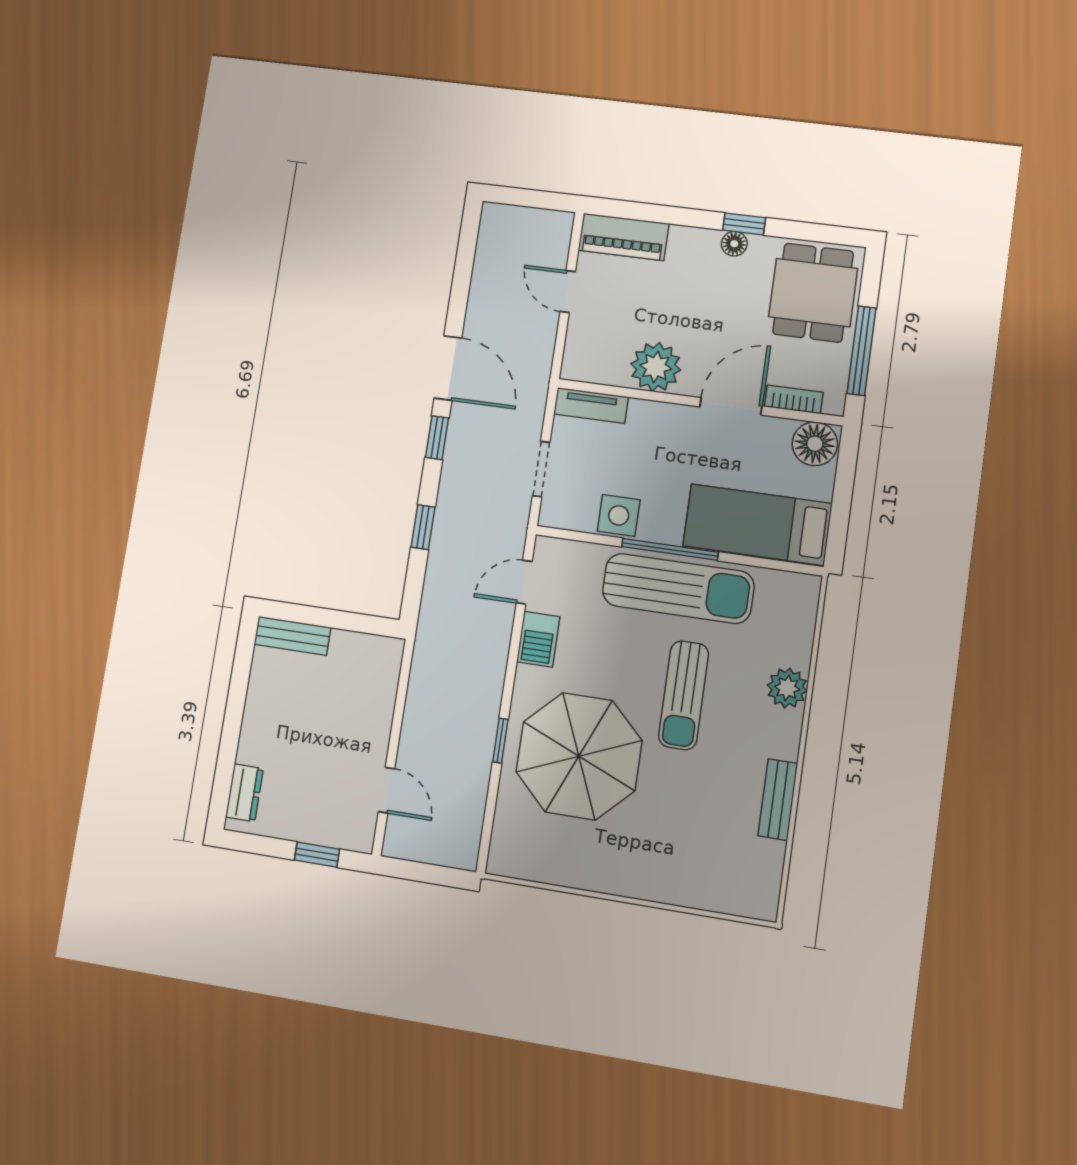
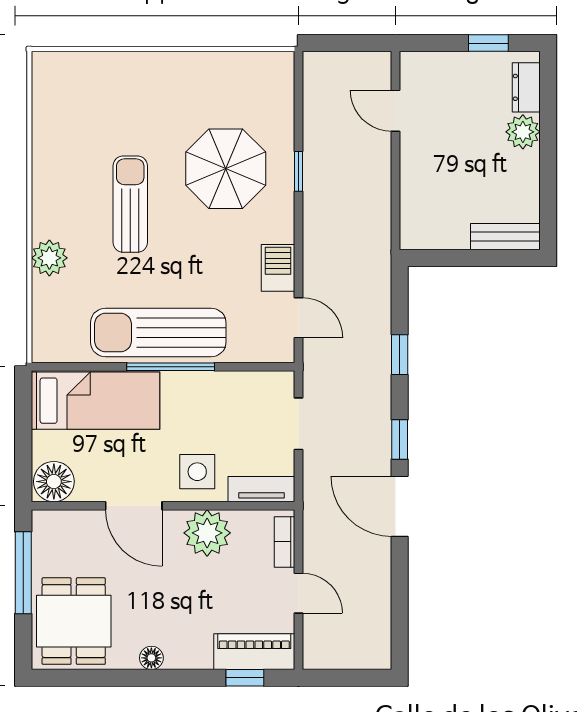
window: (744, 224) -> (245, 678), moved
bookcase: (794, 399) -> (285, 542), moved, turned 90
door: (731, 406) -> (134, 506), hinge flipped
side table: (619, 515) -> (197, 472), moved
door: (524, 582) -> (299, 318), hinge flipped
sun lounger: (684, 695) -> (130, 204), moved
plant: (256, 745) -> (523, 132), added
parasol: (579, 756) -> (226, 169), width x0.73, depth x0.73
bench: (778, 800) -> (44, 158), removed
window: (317, 855) -> (488, 43), moved

